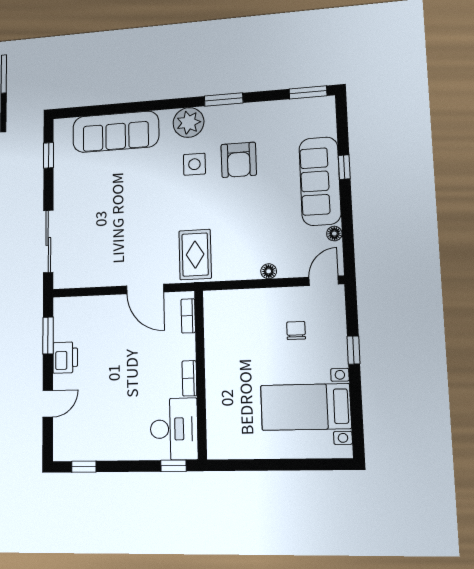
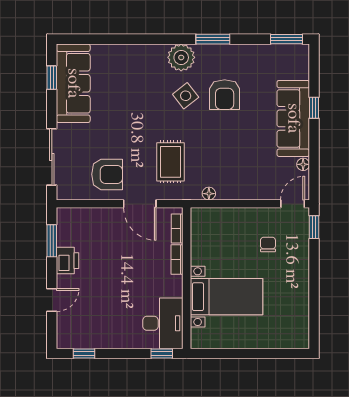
sofa: (116, 132) -> (73, 83), moved, turned -90
side table: (194, 164) -> (186, 96), turned -38
rug: (195, 255) -> (171, 162), moved
armchair: (108, 258) -> (107, 174), added
floor lamp: (269, 271) -> (209, 194), moved
window: (353, 350) -> (314, 227), moved
bookcase: (189, 378) -> (177, 260), moved
bed with nightstands: (306, 407) -> (227, 297), moved, turned 180

